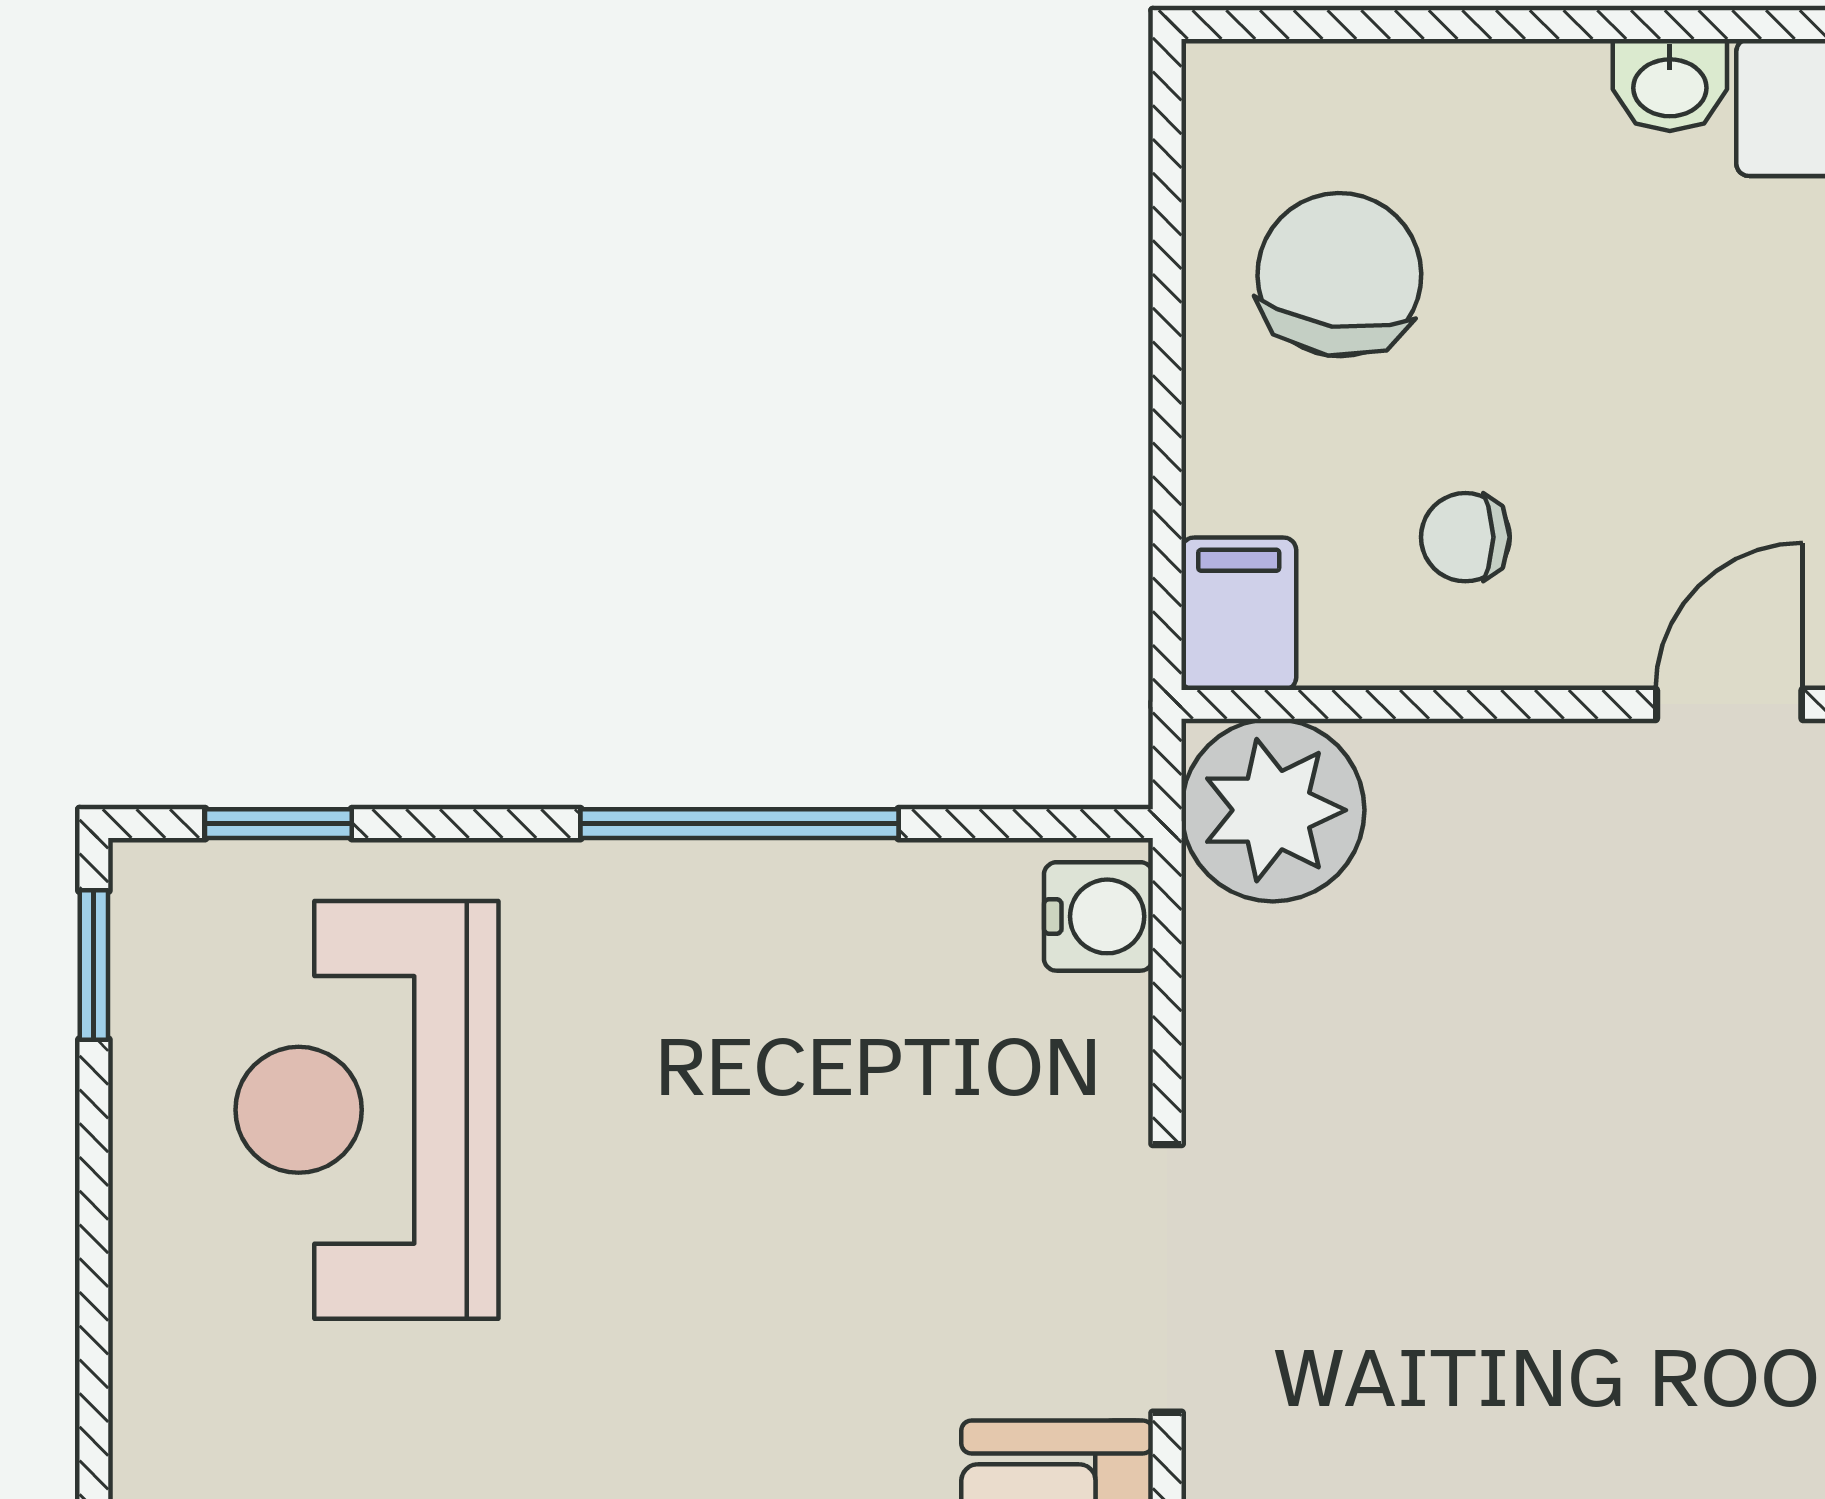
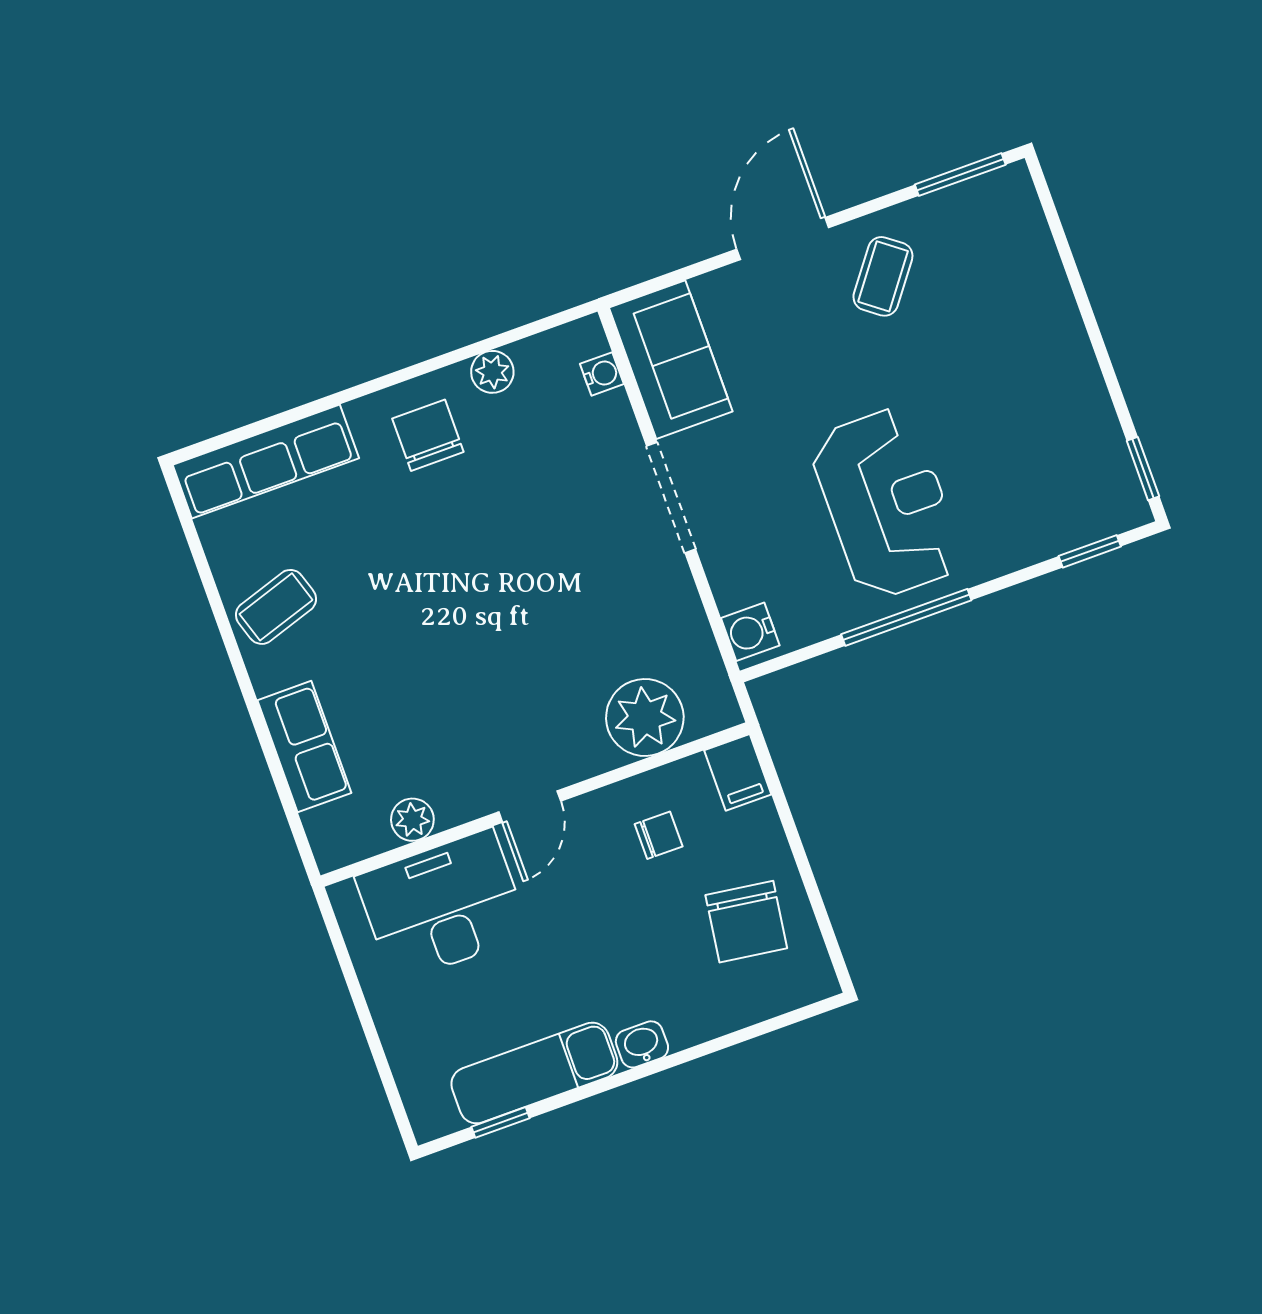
plant: (1273, 810) -> (645, 718), moved
reception desk: (367, 1110) -> (887, 503), moved

